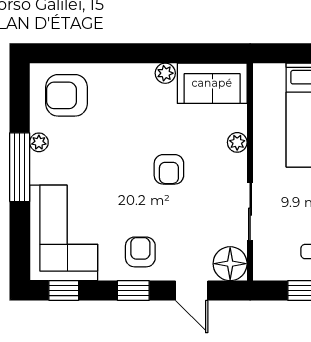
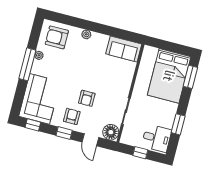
plant: (165, 73) -> (86, 34), moved
plant: (237, 142) -> (128, 78), removed
armchair: (169, 169) -> (87, 98), moved

